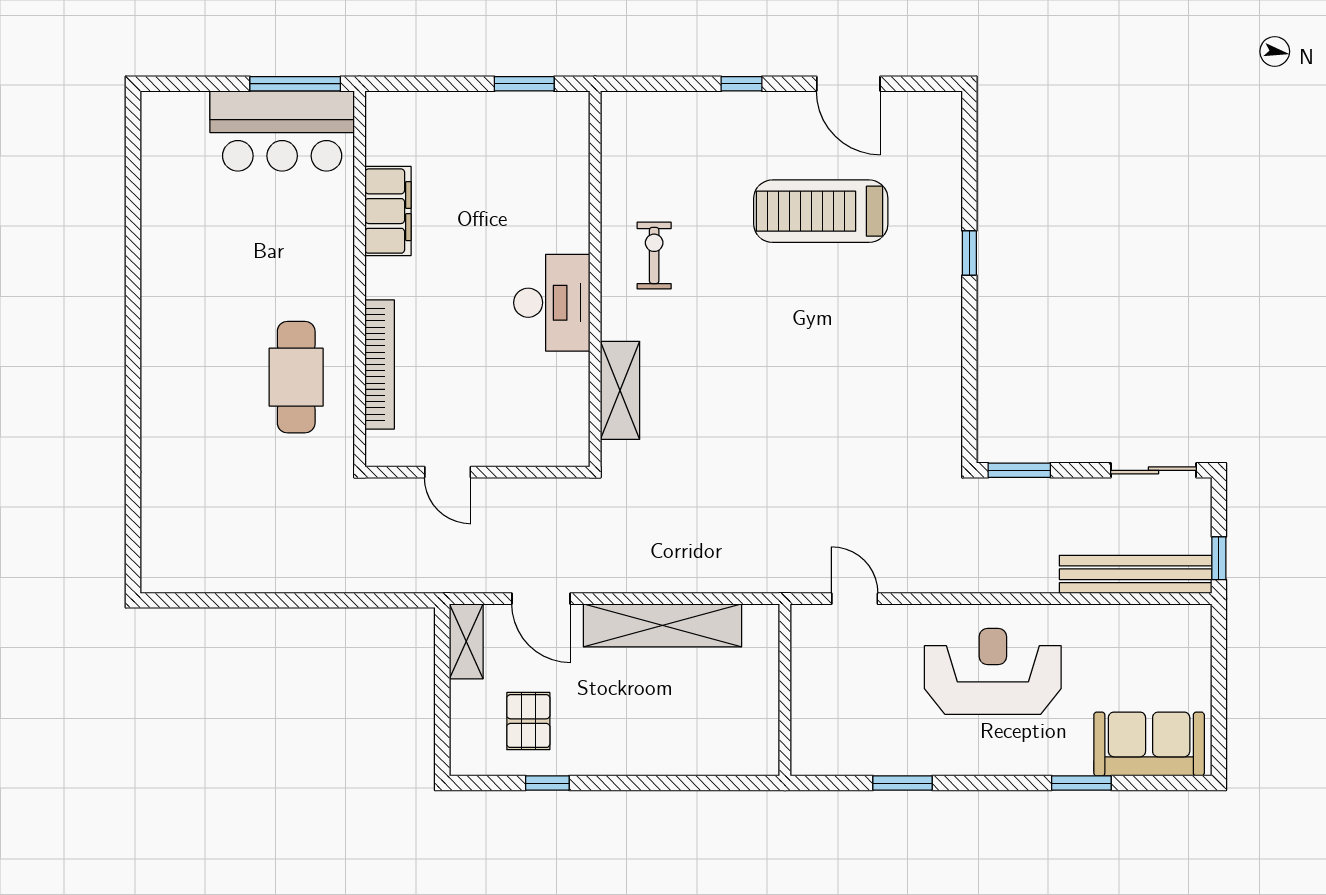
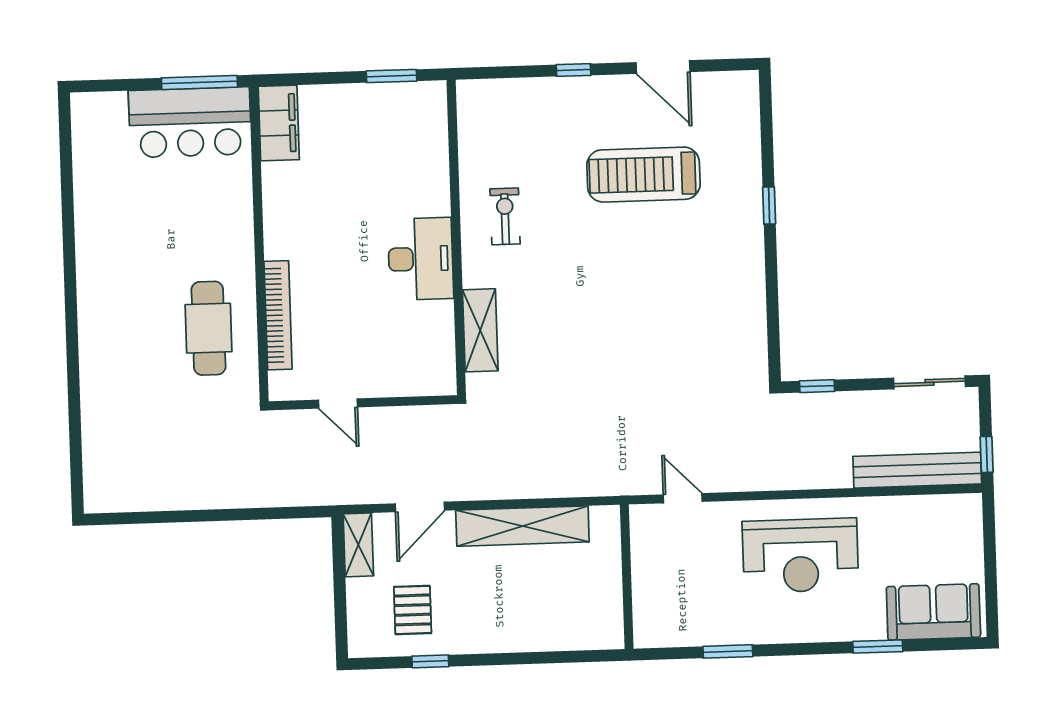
filing cabinet: (388, 211) -> (279, 123), moved
window: (1019, 470) -> (817, 386), width x0.67
door: (541, 599) -> (420, 507), hinge flipped
reception desk: (993, 671) -> (800, 555), turned 180

